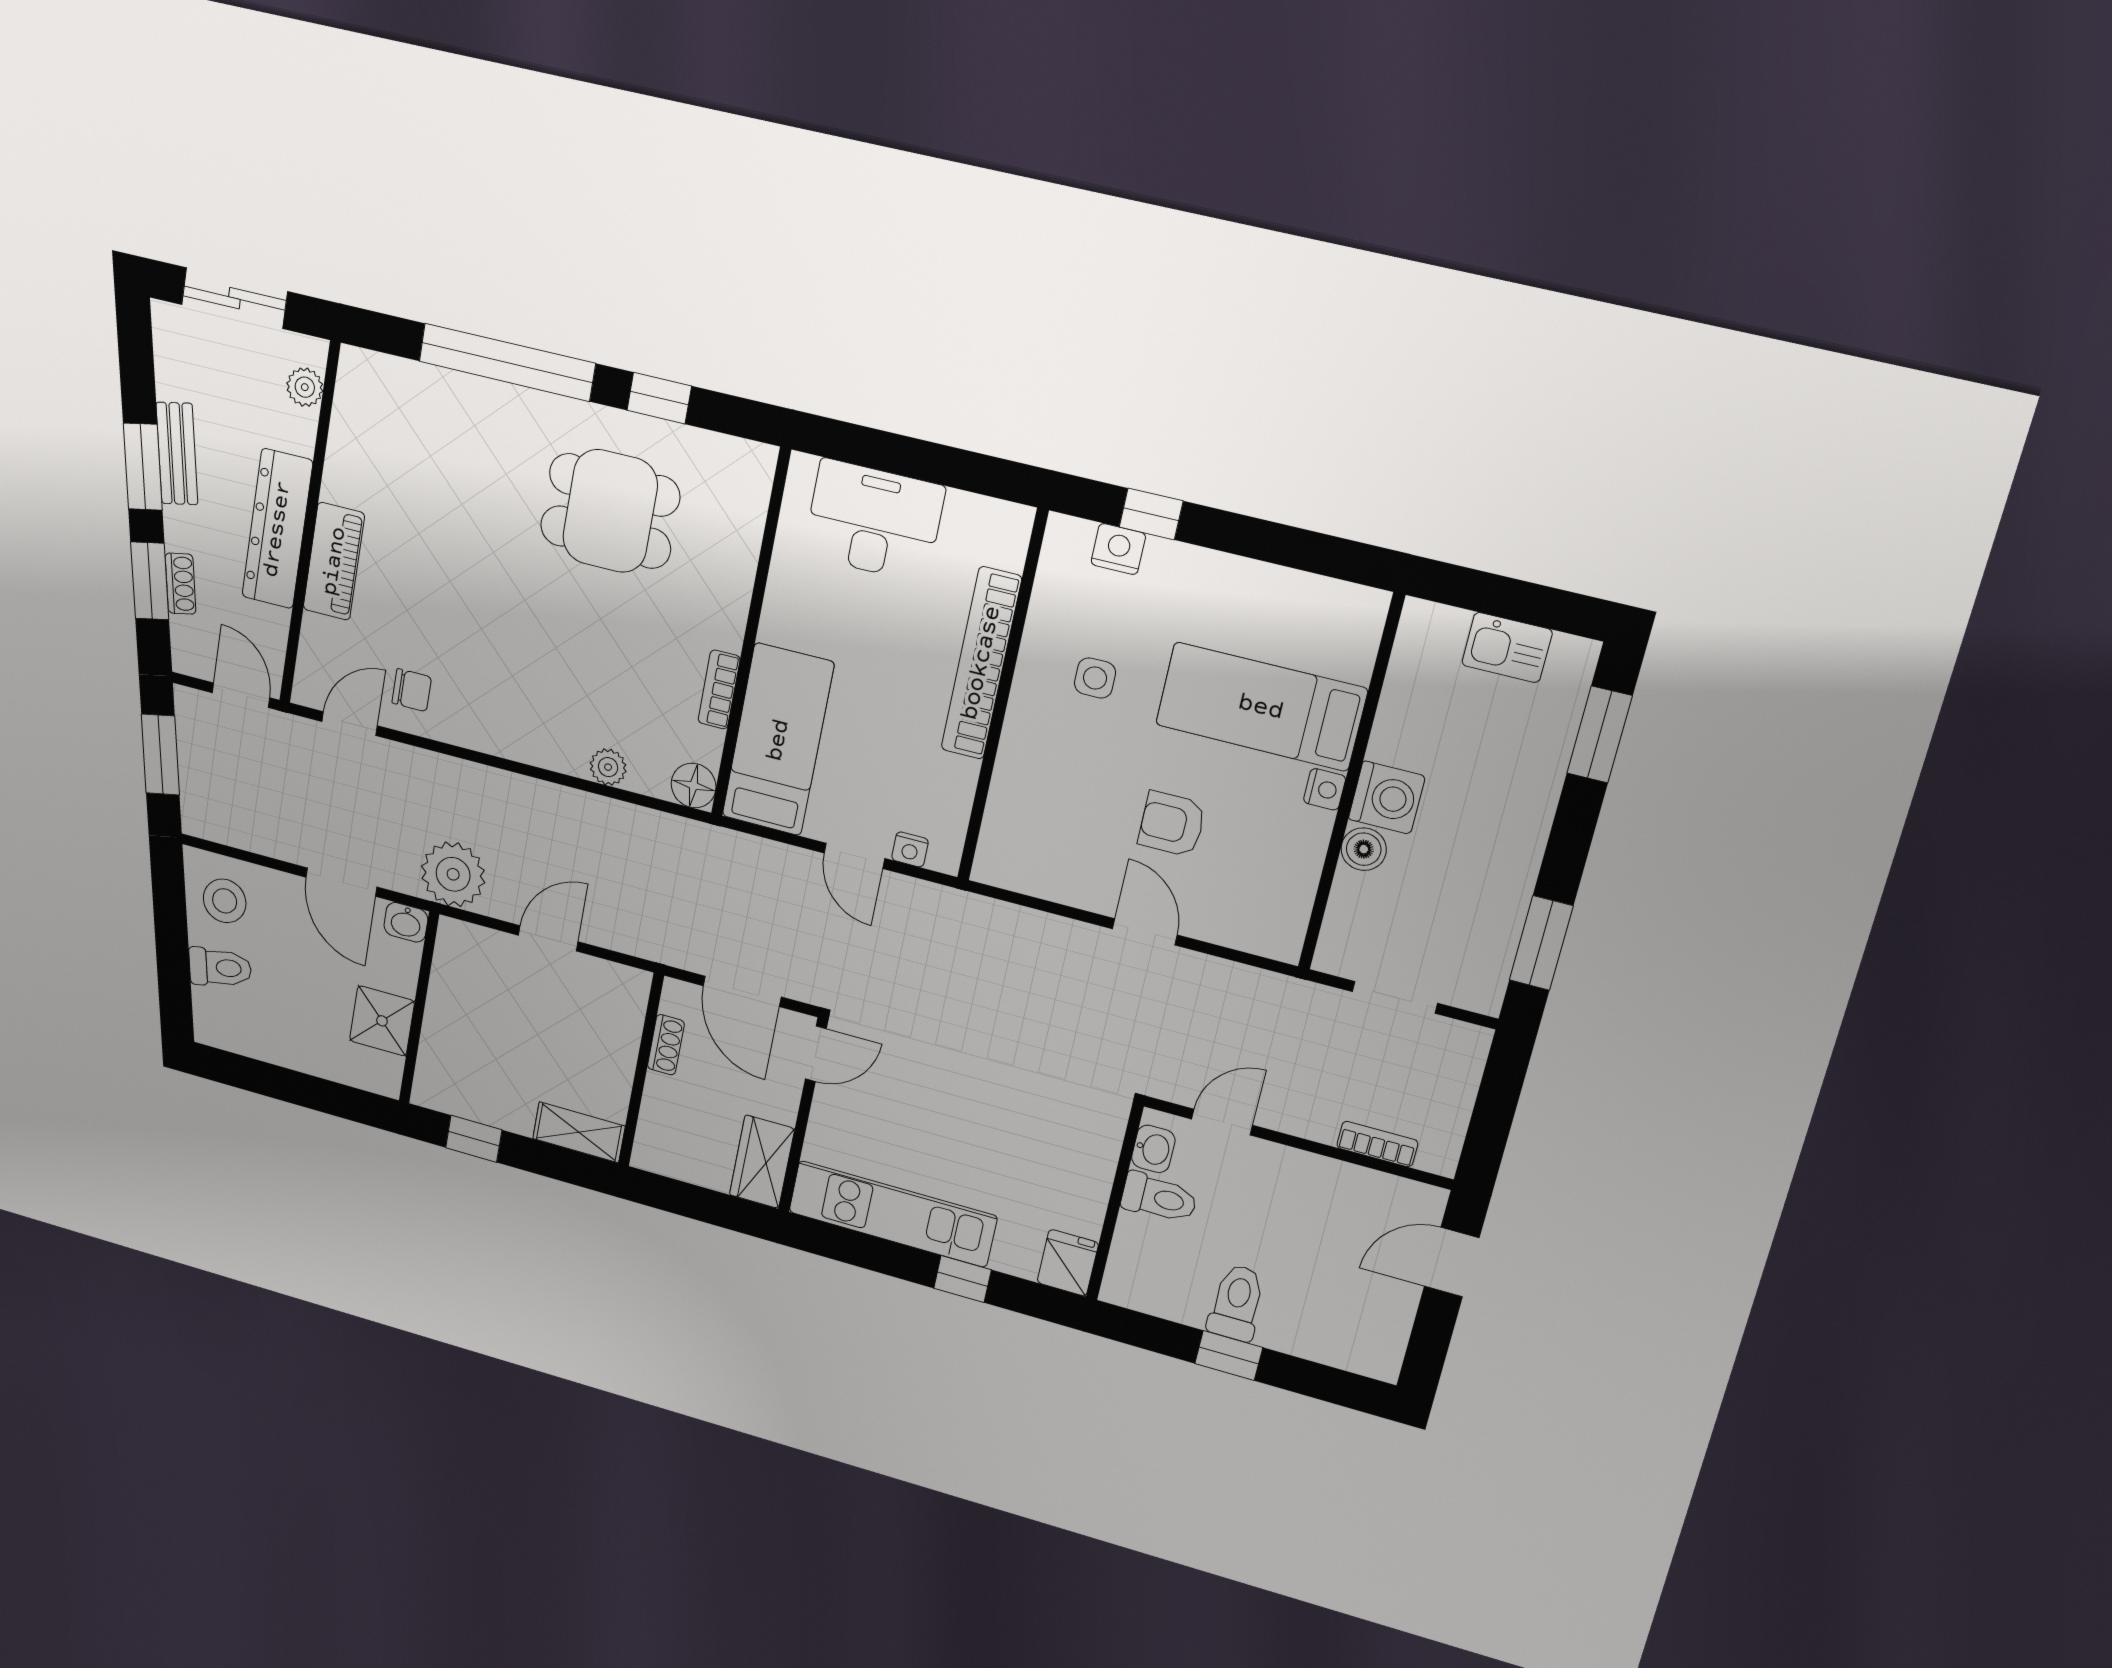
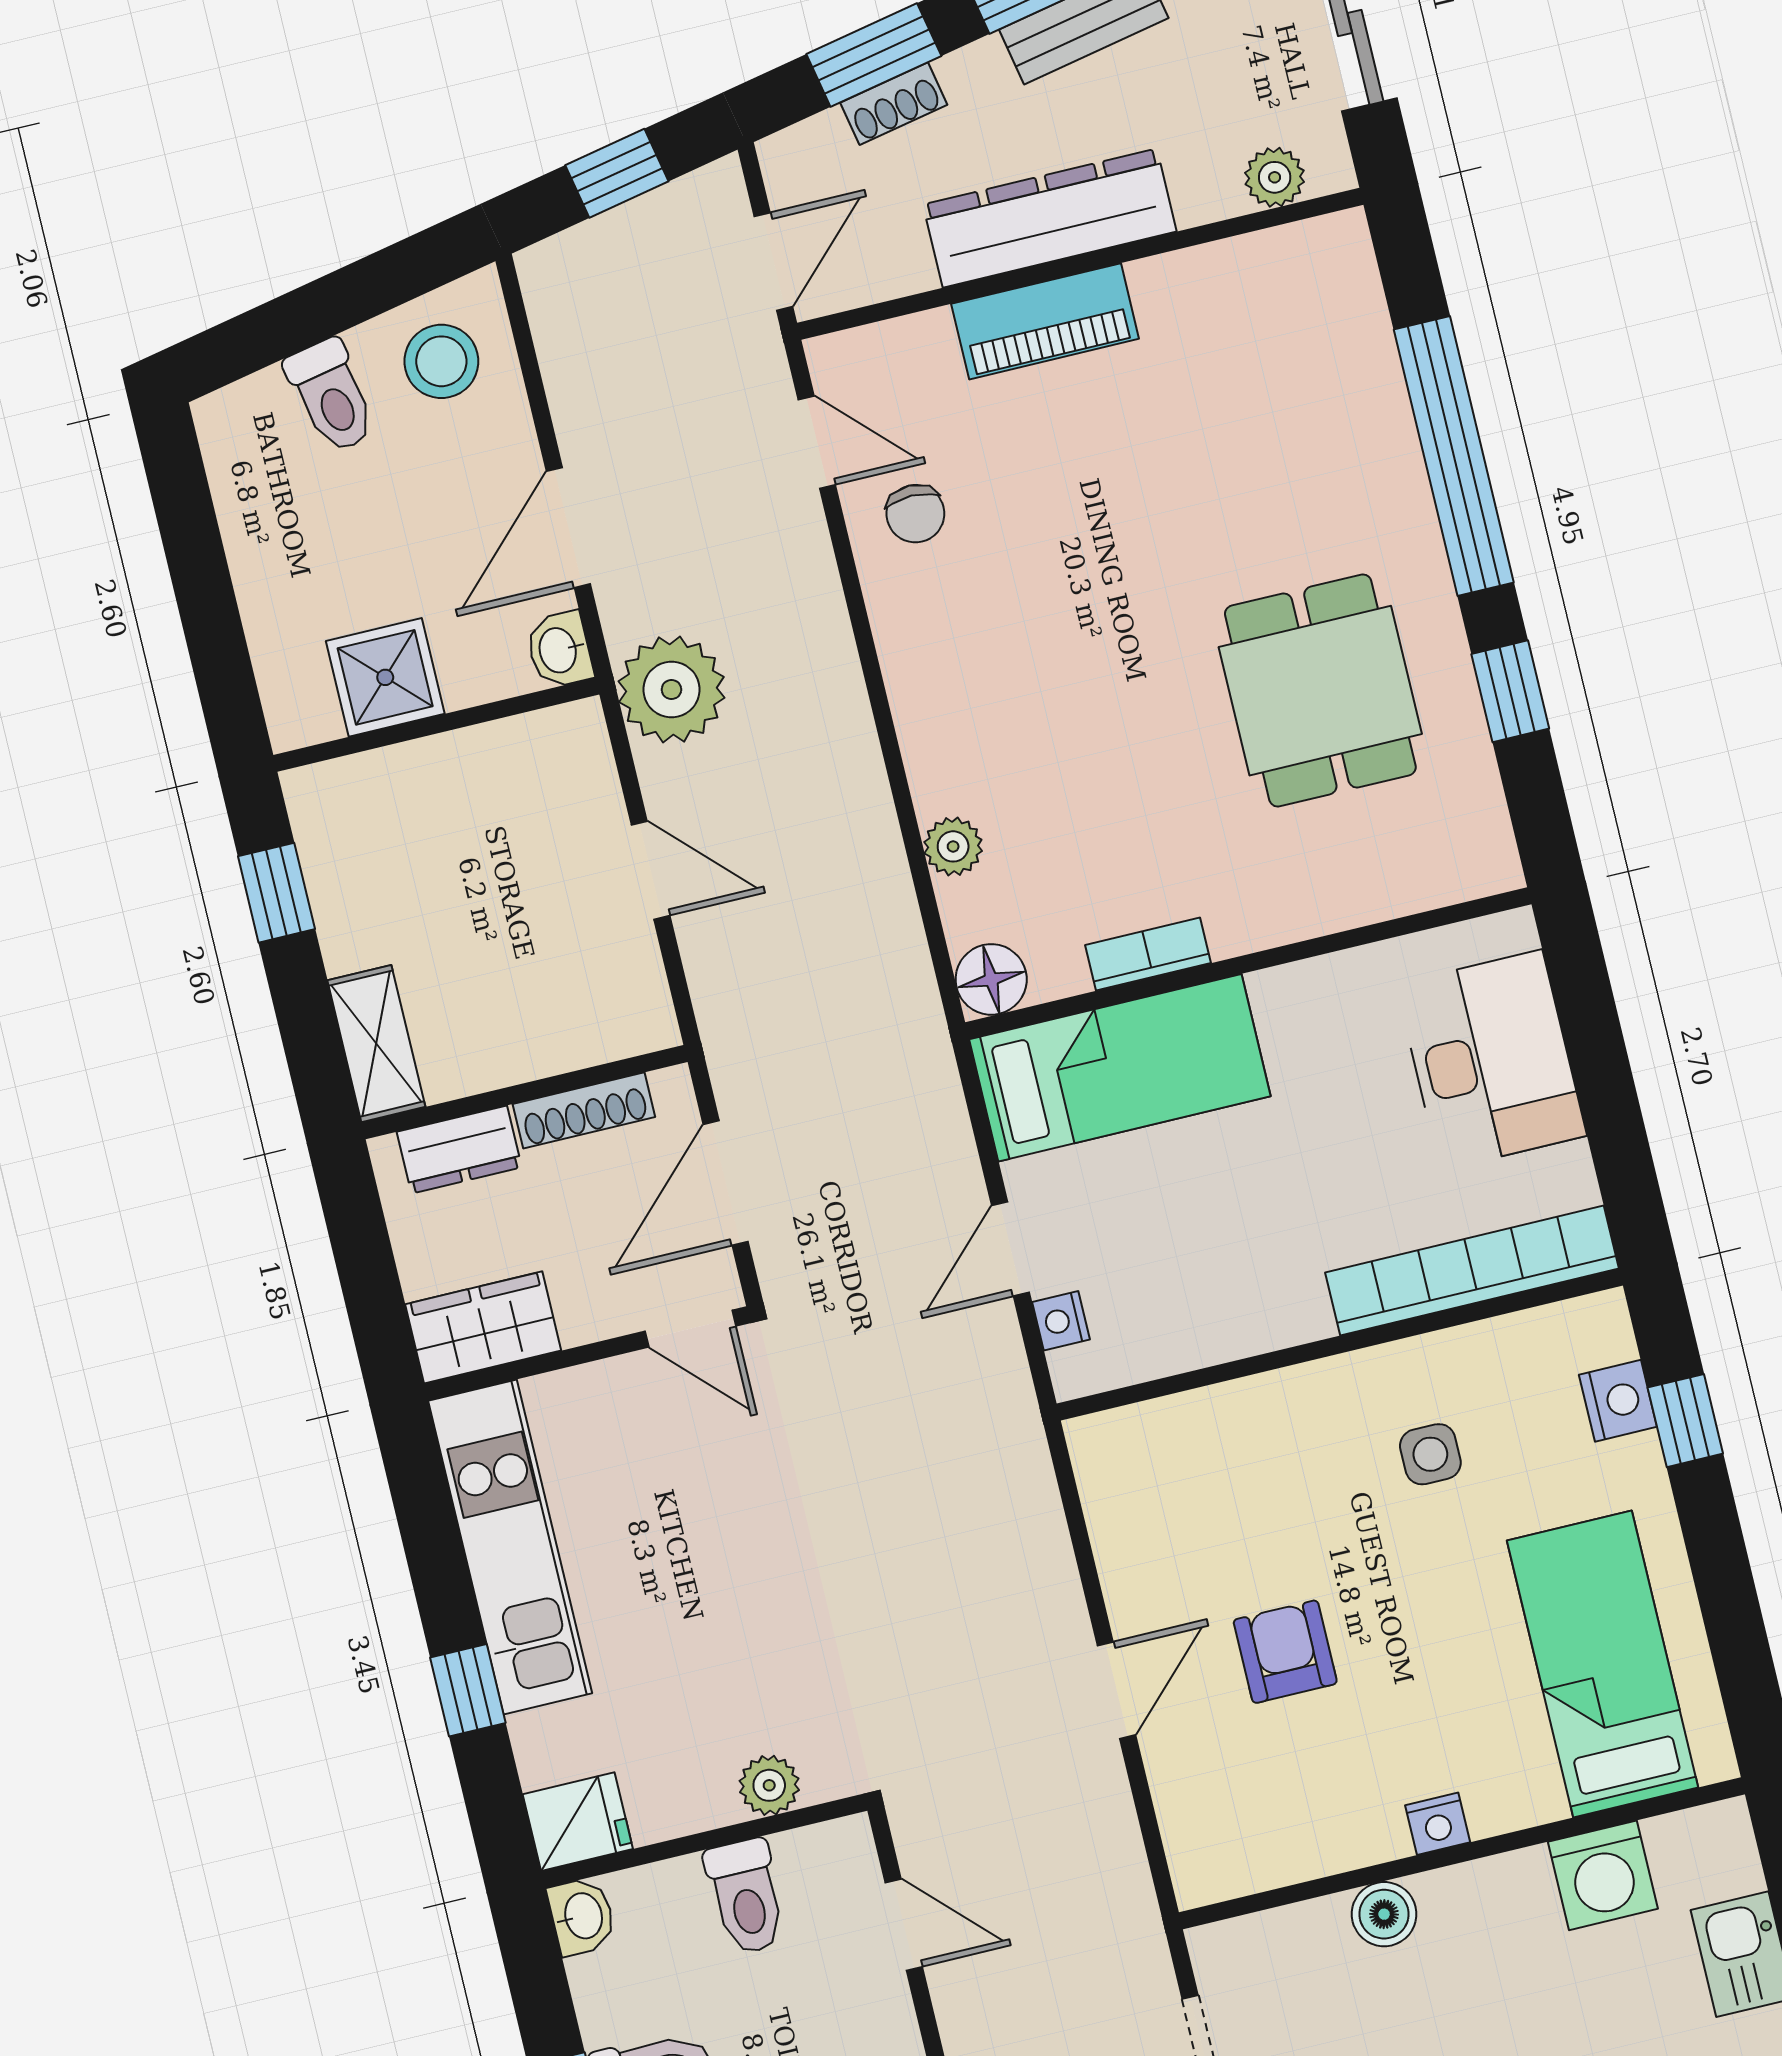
bookcase: (981, 663) -> (1472, 1270), moved
bed: (1261, 707) -> (1603, 1664), moved
window: (160, 755) -> (617, 173), width x0.67
washing machine: (1387, 798) -> (1603, 1875), moved
shoe rack: (666, 1045) -> (584, 1110), width x1.43
dresser: (657, 1121) -> (459, 1150), added
washbasin: (1153, 1149) -> (582, 1916), moved, turned -90
plant: (1101, 1151) -> (769, 1785), added

